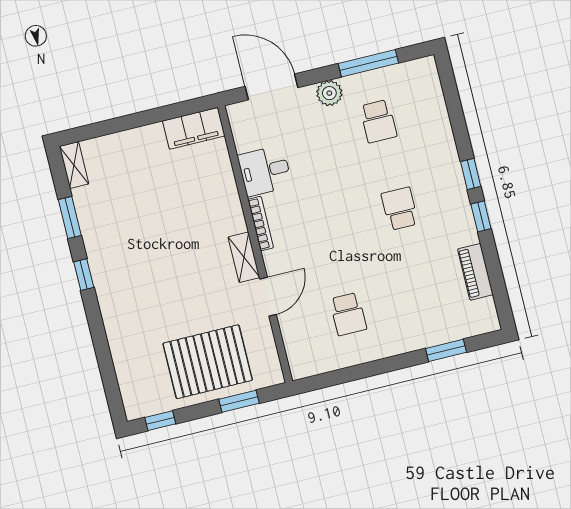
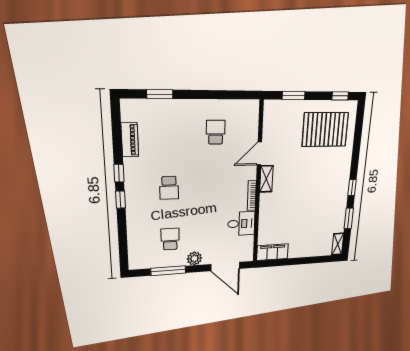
pallet: (208, 362) -> (325, 130), moved

